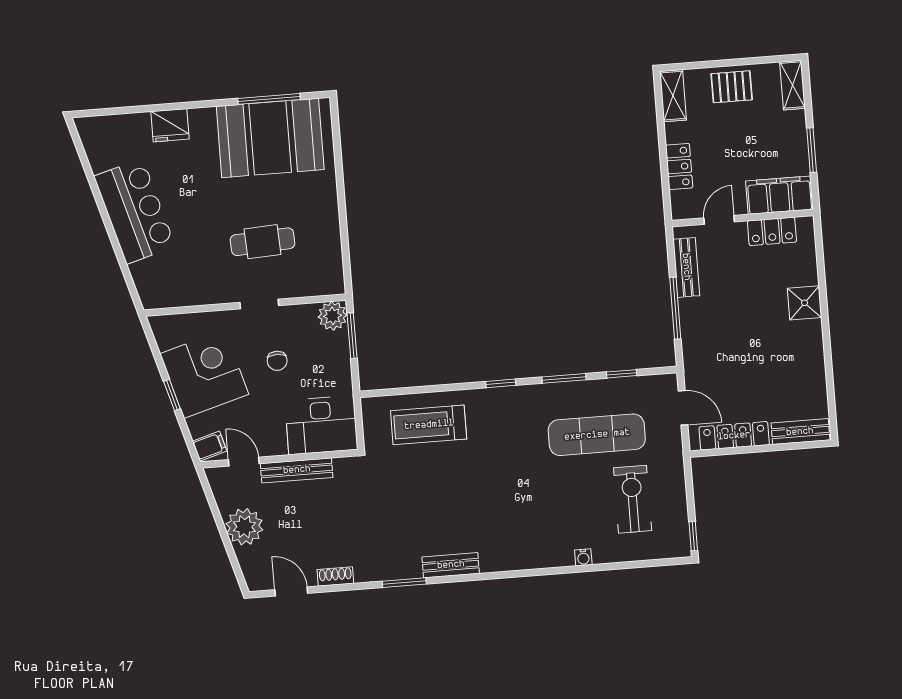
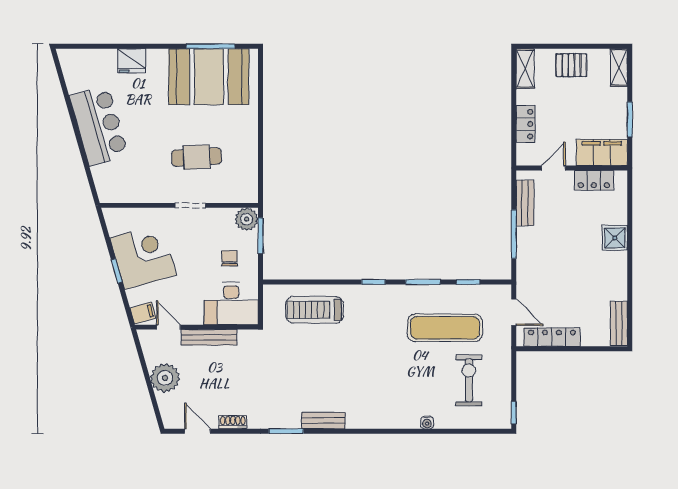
chair: (277, 361) -> (230, 258), moved, turned 180
bench: (800, 432) -> (619, 323), moved, turned 90

